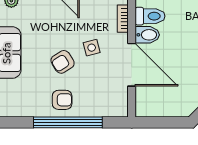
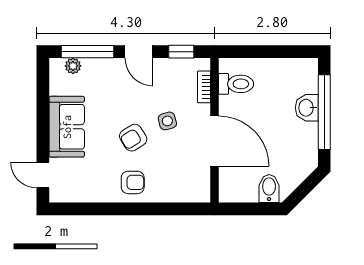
bidet: (147, 35) -> (269, 189), moved, turned -90
window: (68, 122) -> (139, 209), removed

